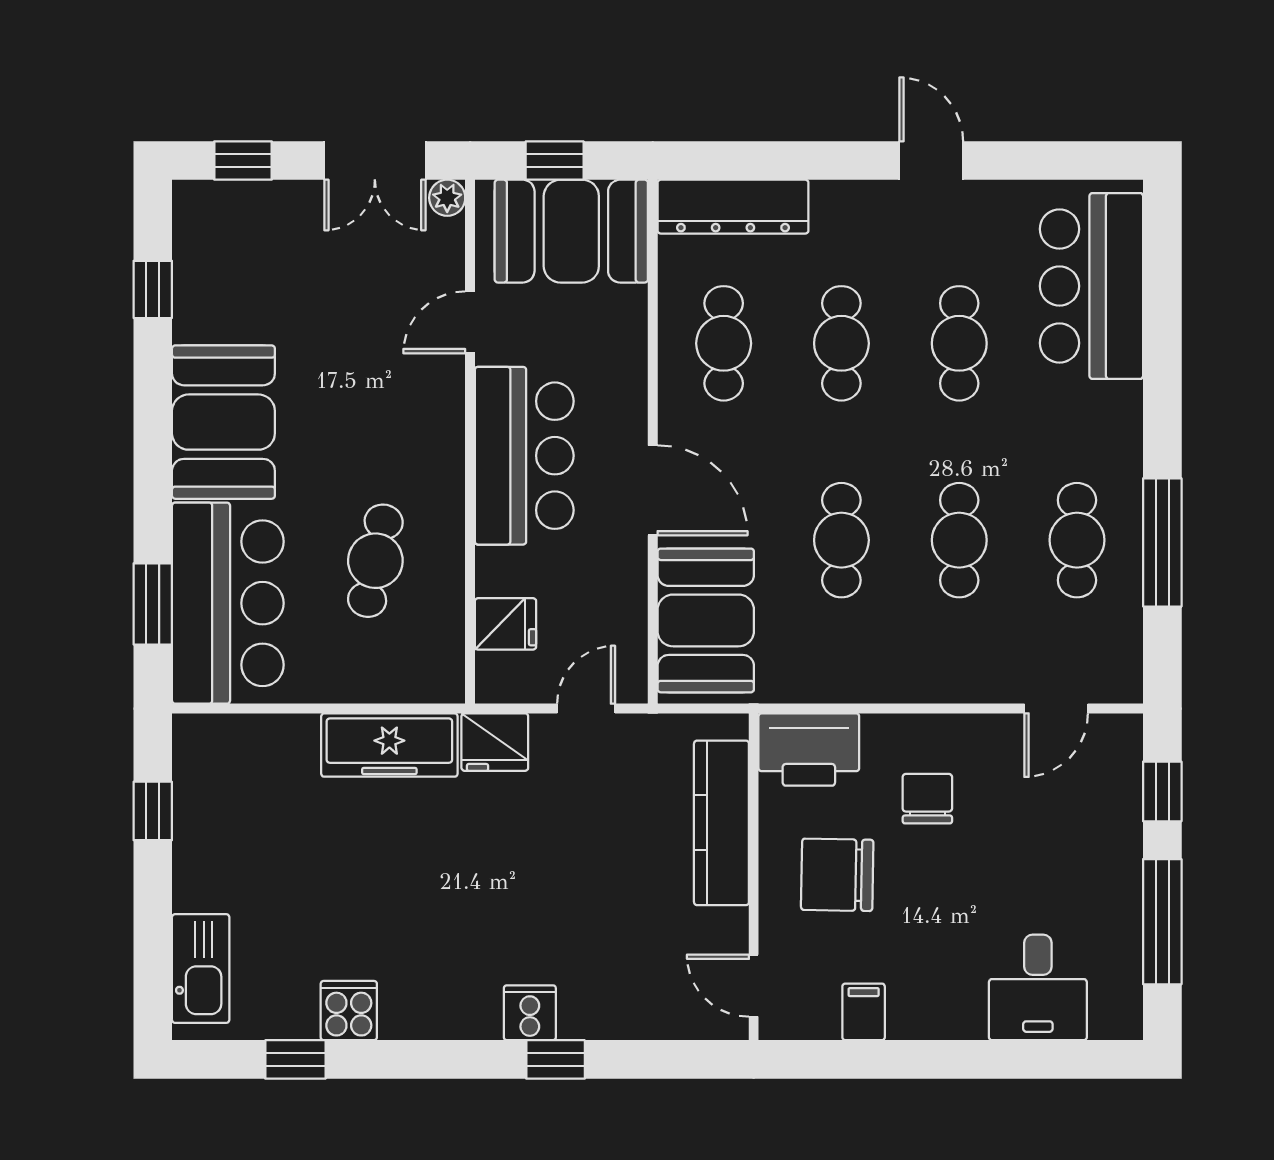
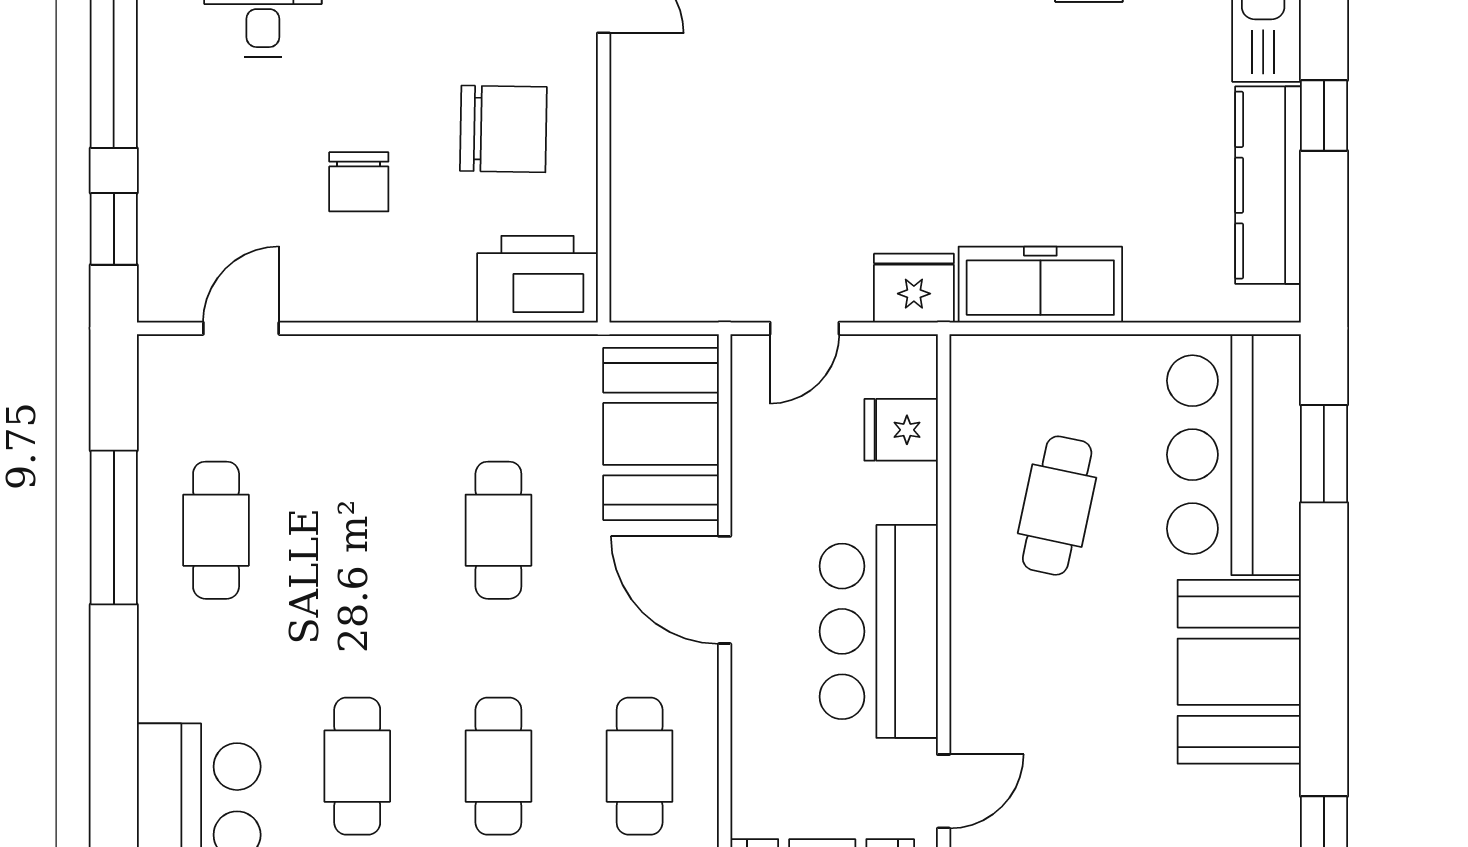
cafe table: (959, 540) -> (357, 530), removed
chair: (927, 799) -> (359, 182), moved
window: (153, 811) -> (1324, 115), moved
kitchen counter: (721, 823) -> (1268, 185), moved, turned 180

